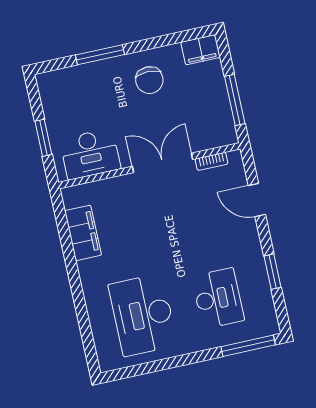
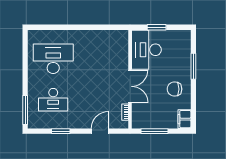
desk: (90, 154) -> (146, 50), width x1.36, depth x1.30
filing cabinet: (83, 233) -> (103, 37), removed

